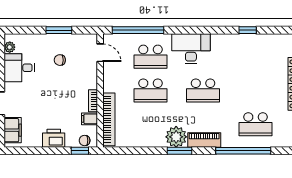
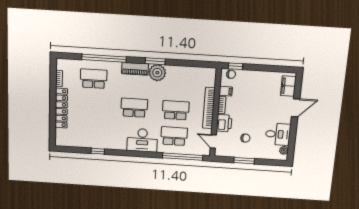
bookcase: (109, 119) -> (209, 108), moved
printer: (54, 138) -> (224, 123), moved, turned -90

